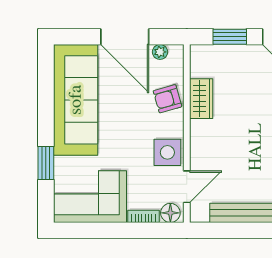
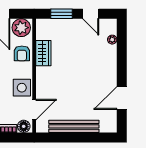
plant: (160, 52) -> (21, 28), width x1.88, depth x1.88
armchair: (168, 99) -> (22, 53), turned -74

